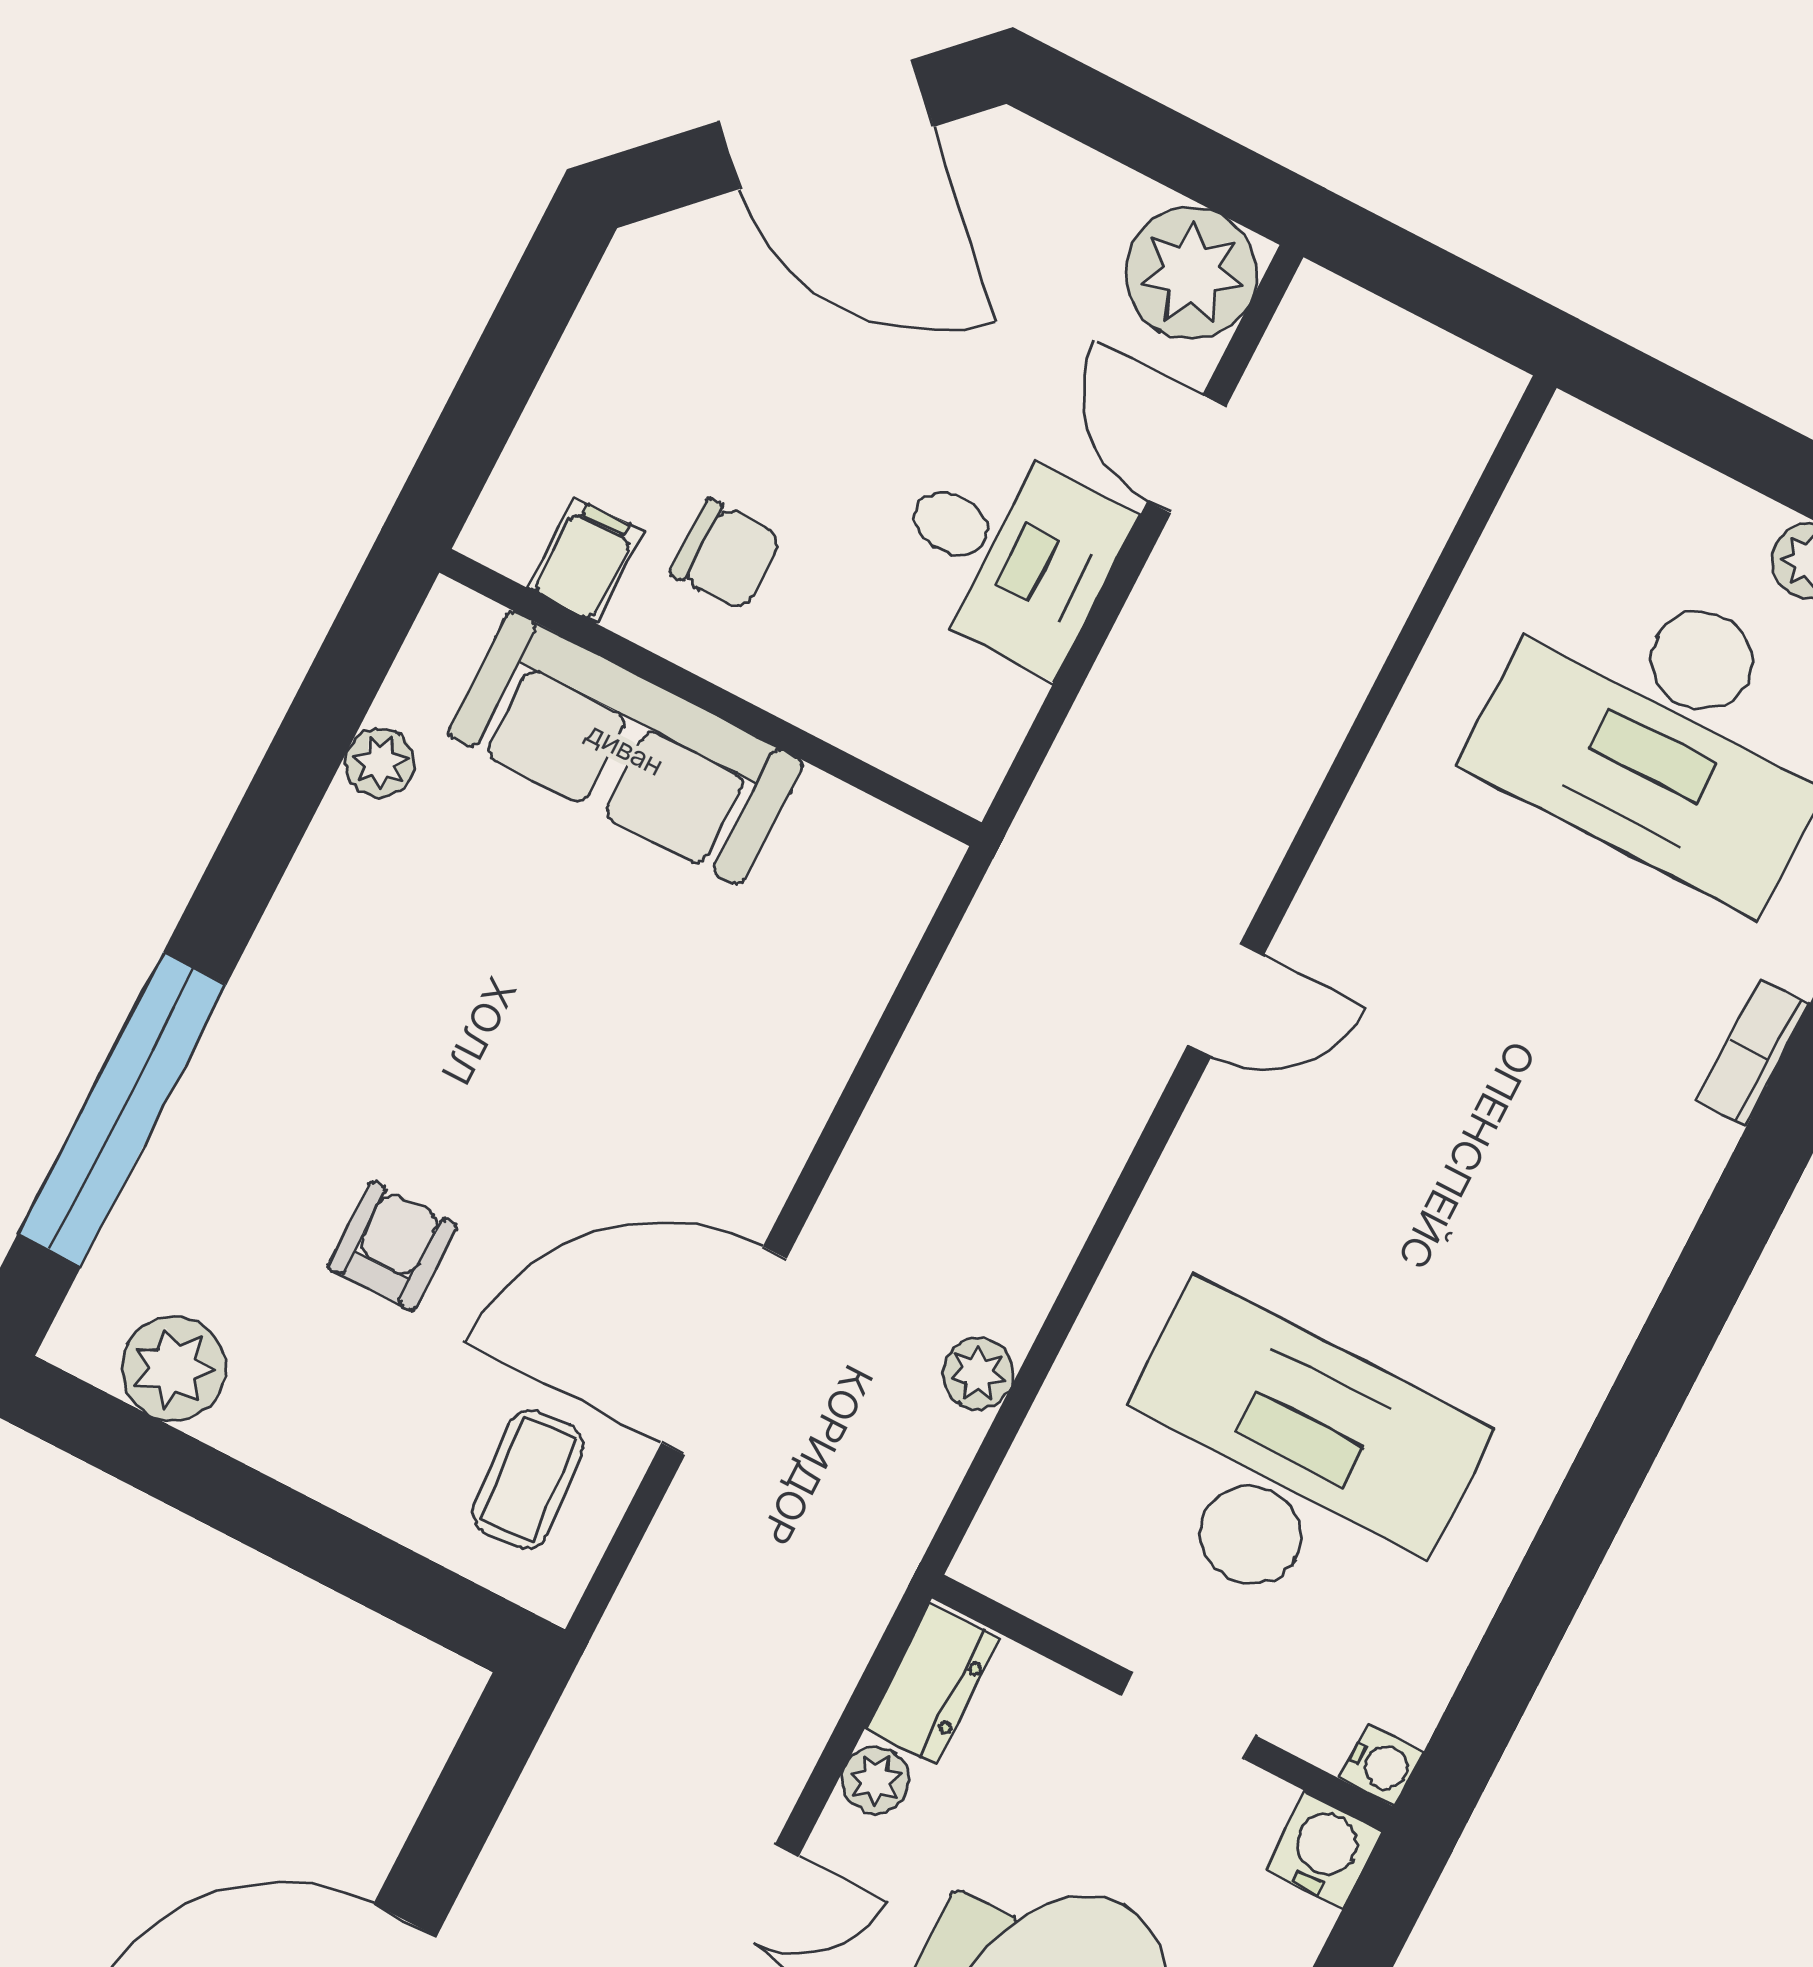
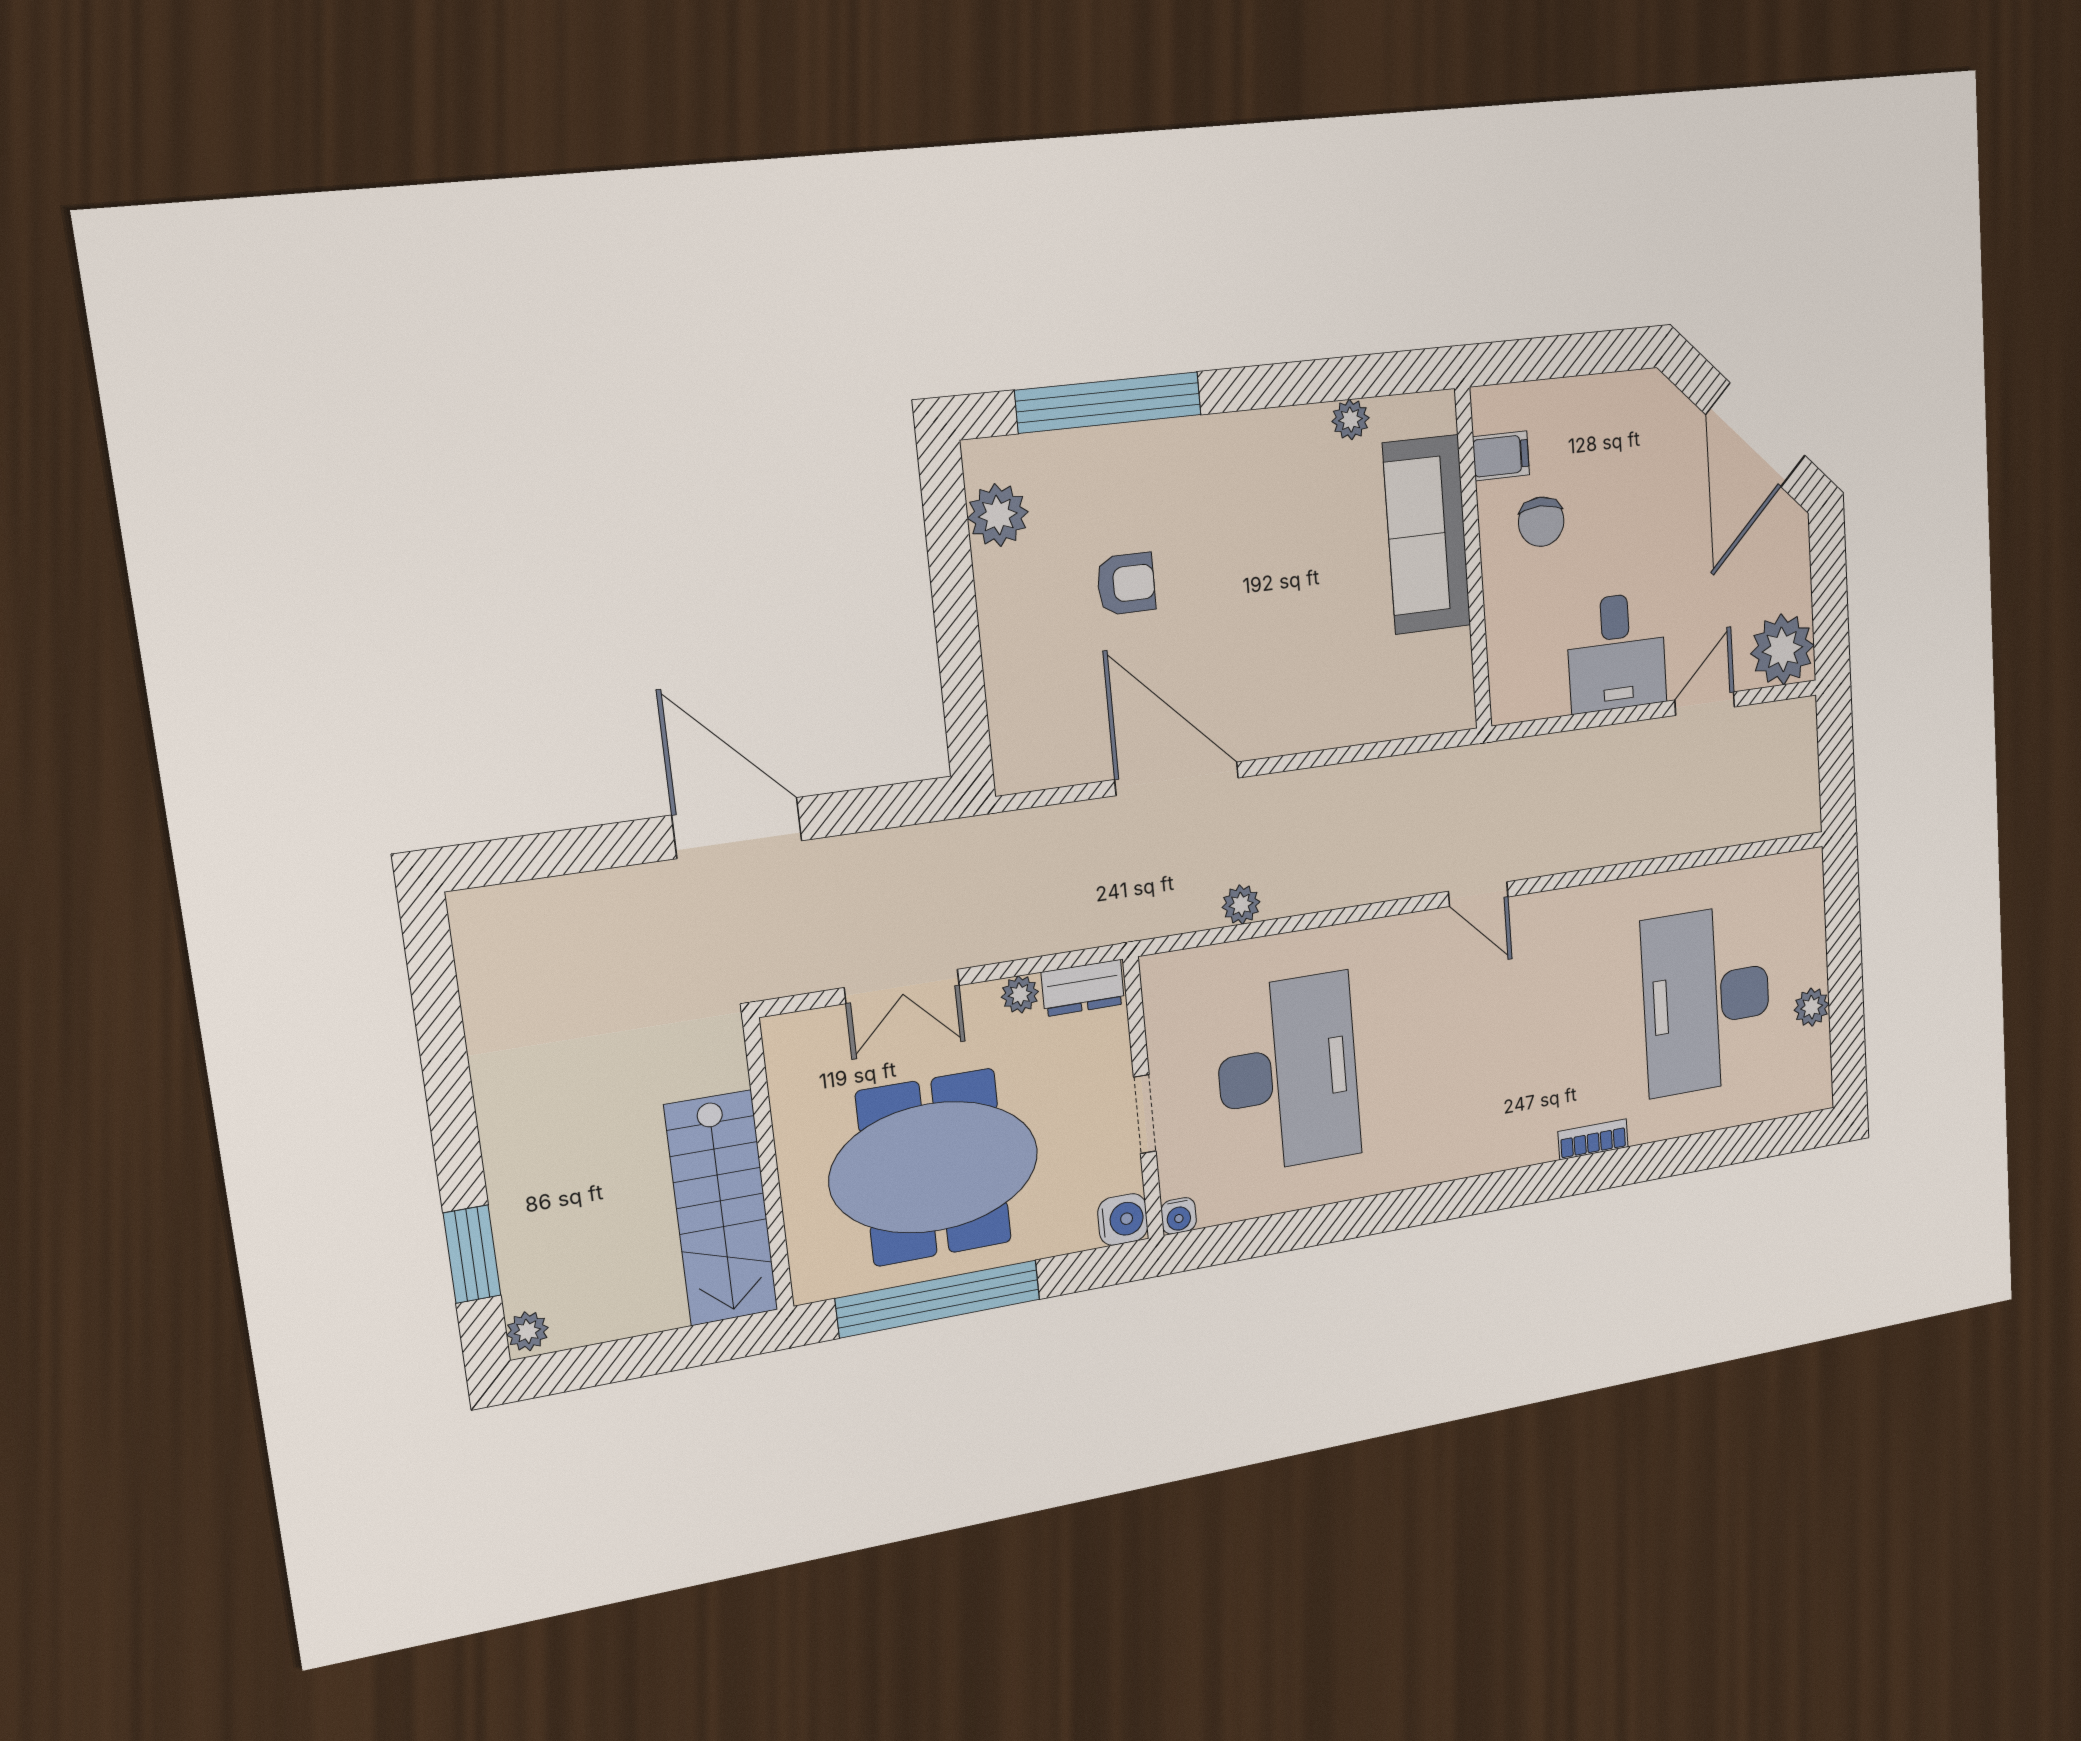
coffee table: (528, 1479) -> (1056, 728), removed

